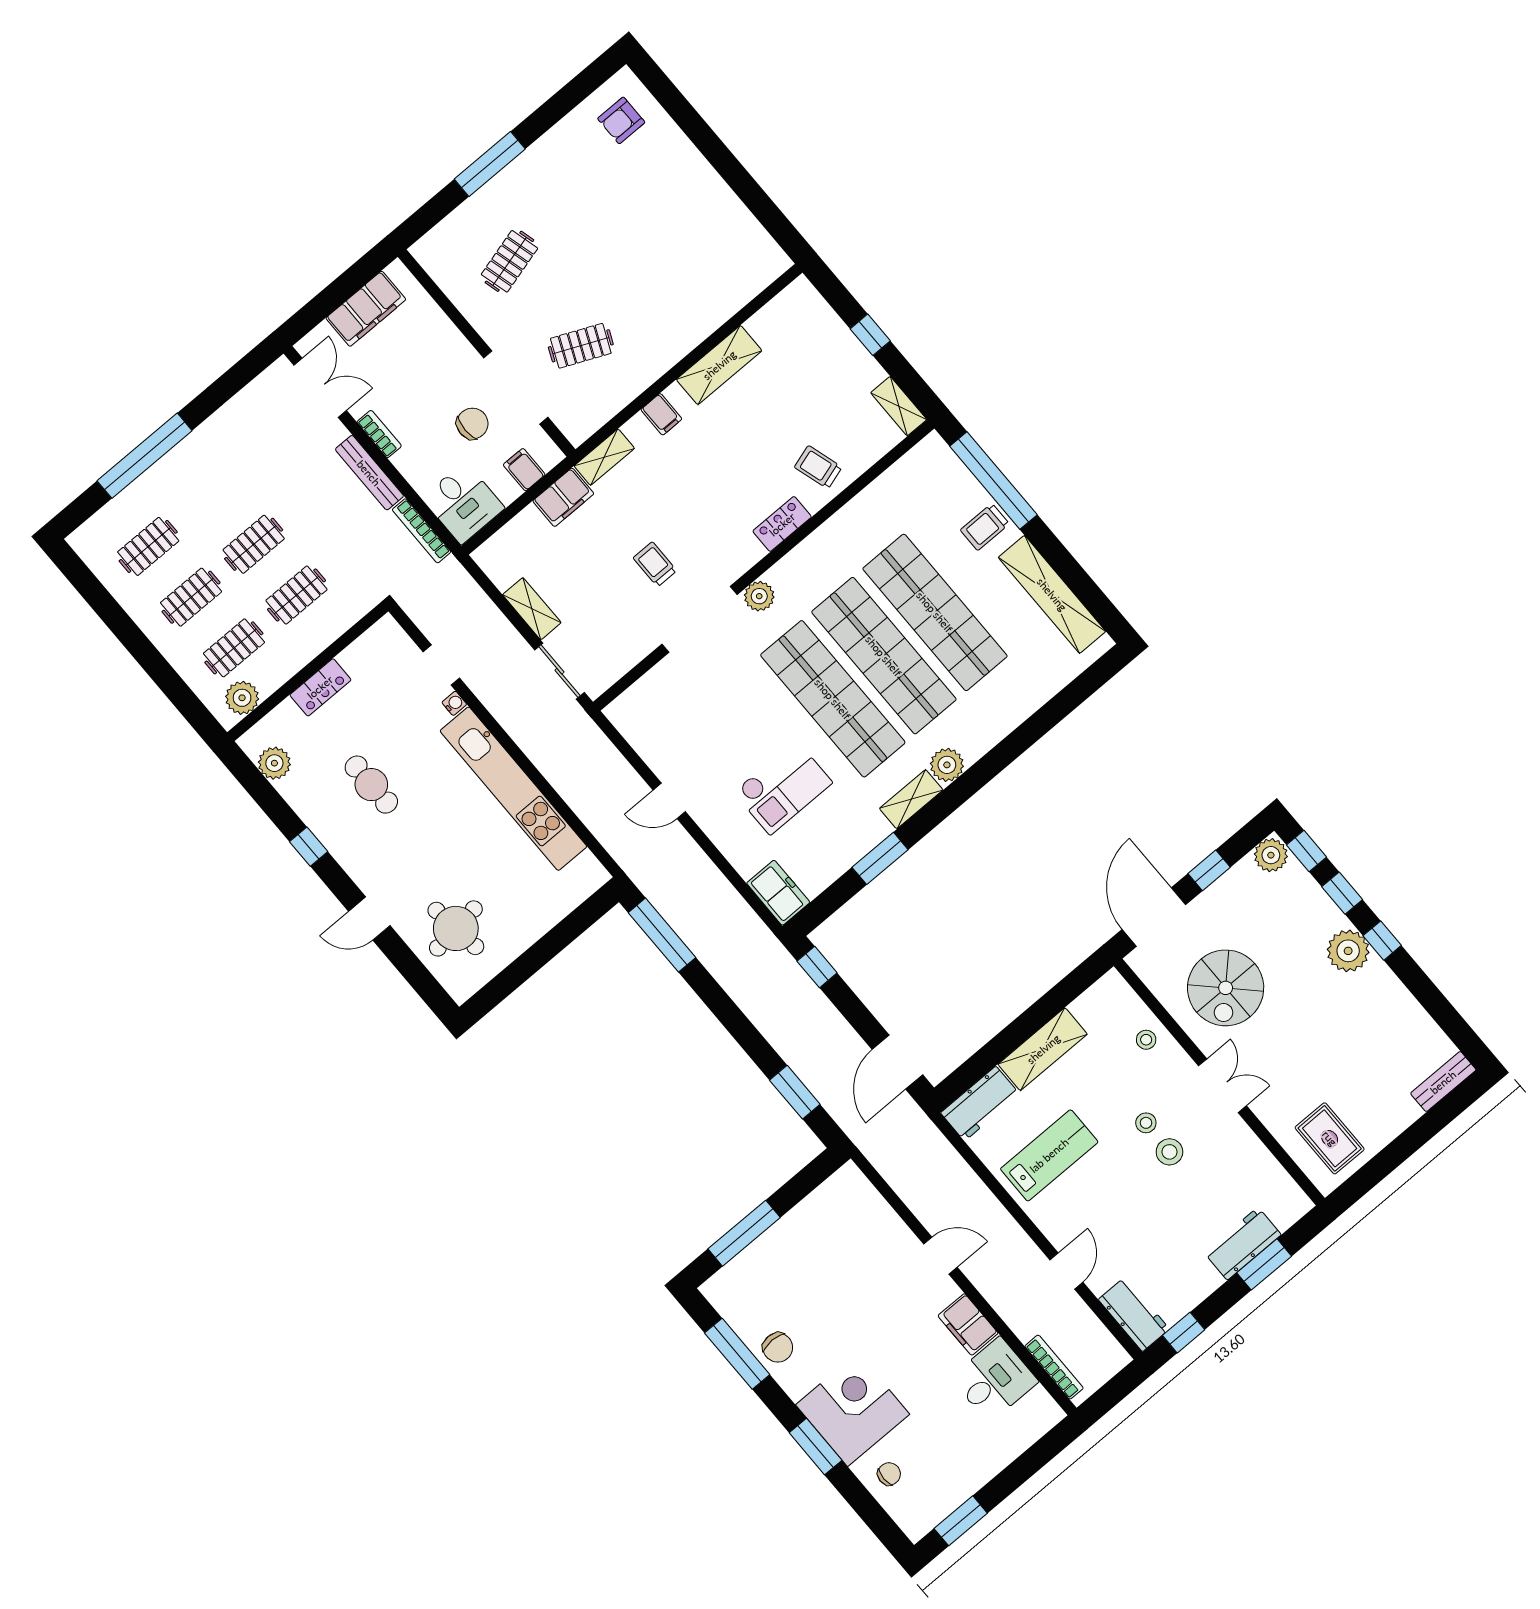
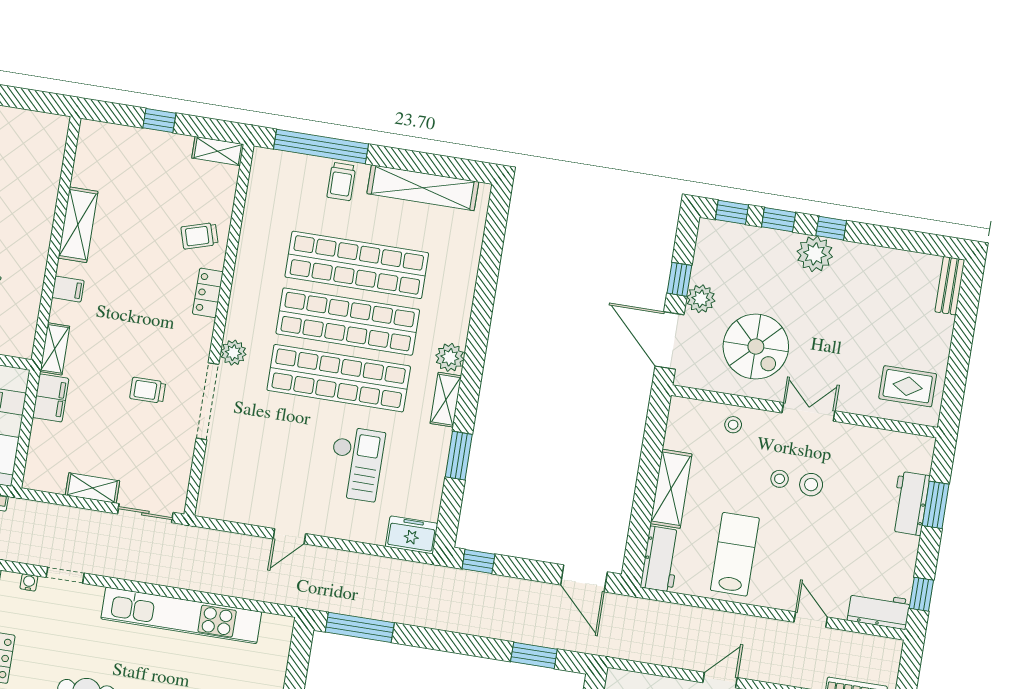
water cooler: (454, 703) -> (29, 582), moved
plant: (1271, 855) -> (701, 299), moved

